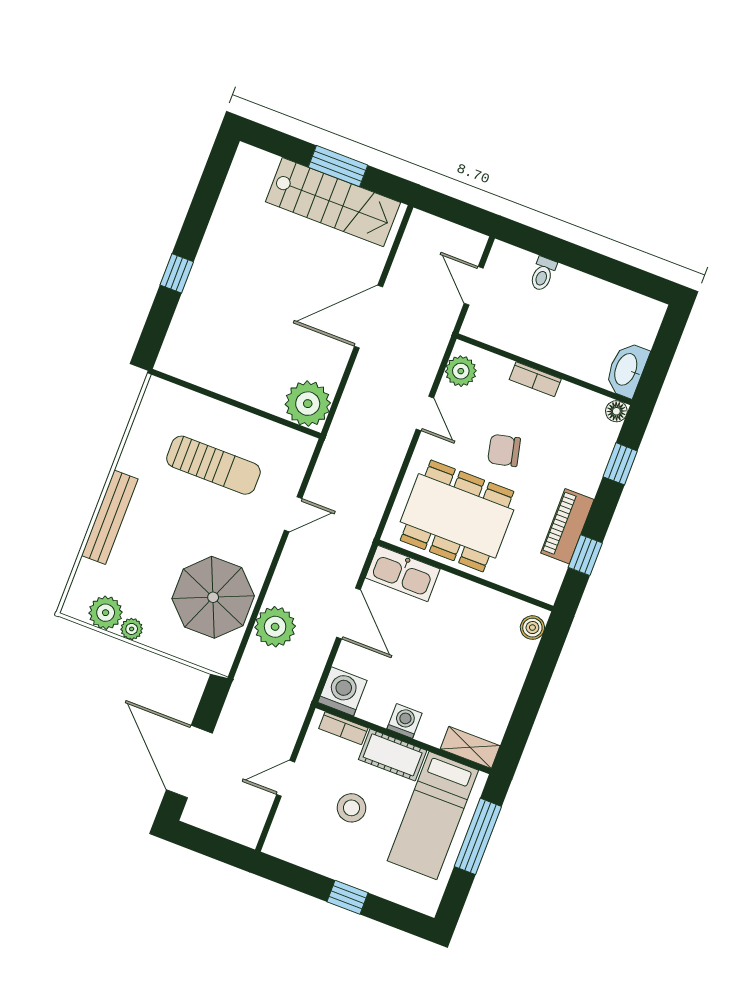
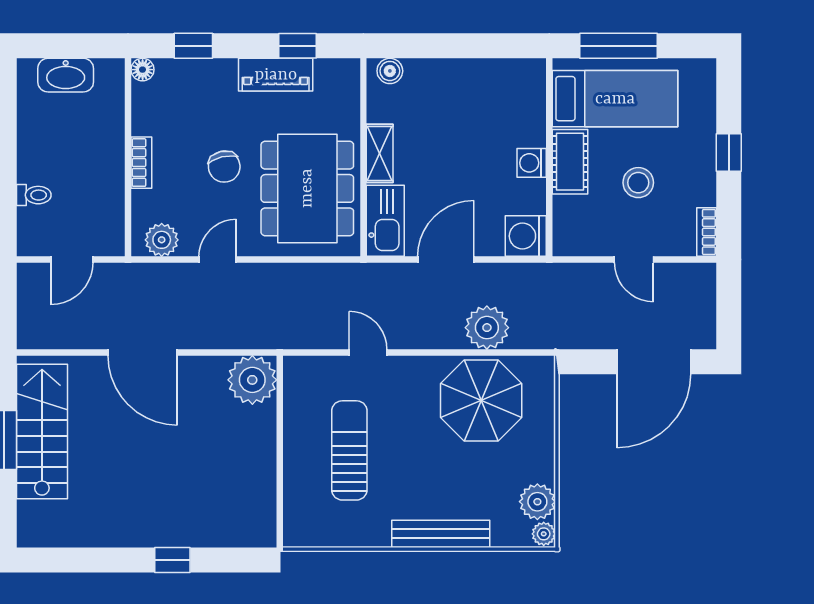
washbasin: (627, 370) -> (66, 75), moved
plant: (132, 629) -> (544, 534), moved
bookcase: (343, 728) -> (707, 232), moved, turned 180
shelving: (470, 747) -> (380, 153), moved

